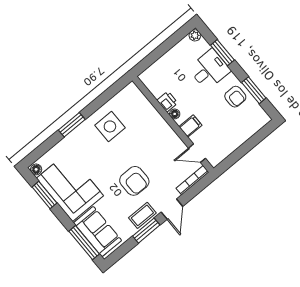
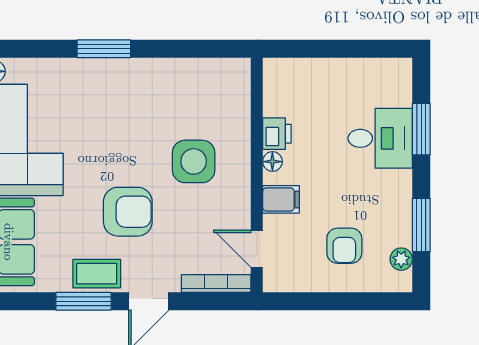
plant: (195, 35) -> (401, 259), moved
armchair: (235, 97) -> (344, 246), moved
side table: (110, 126) -> (194, 161), moved
armchair: (134, 181) -> (128, 212), turned -90

